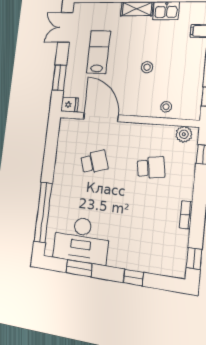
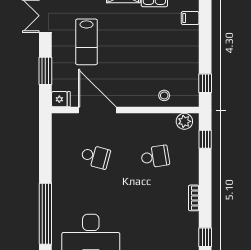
lab bench: (98, 52) -> (86, 42), turned 180
stool: (147, 67) -> (141, 56), removed
school desk: (94, 162) -> (95, 157), turned 33

